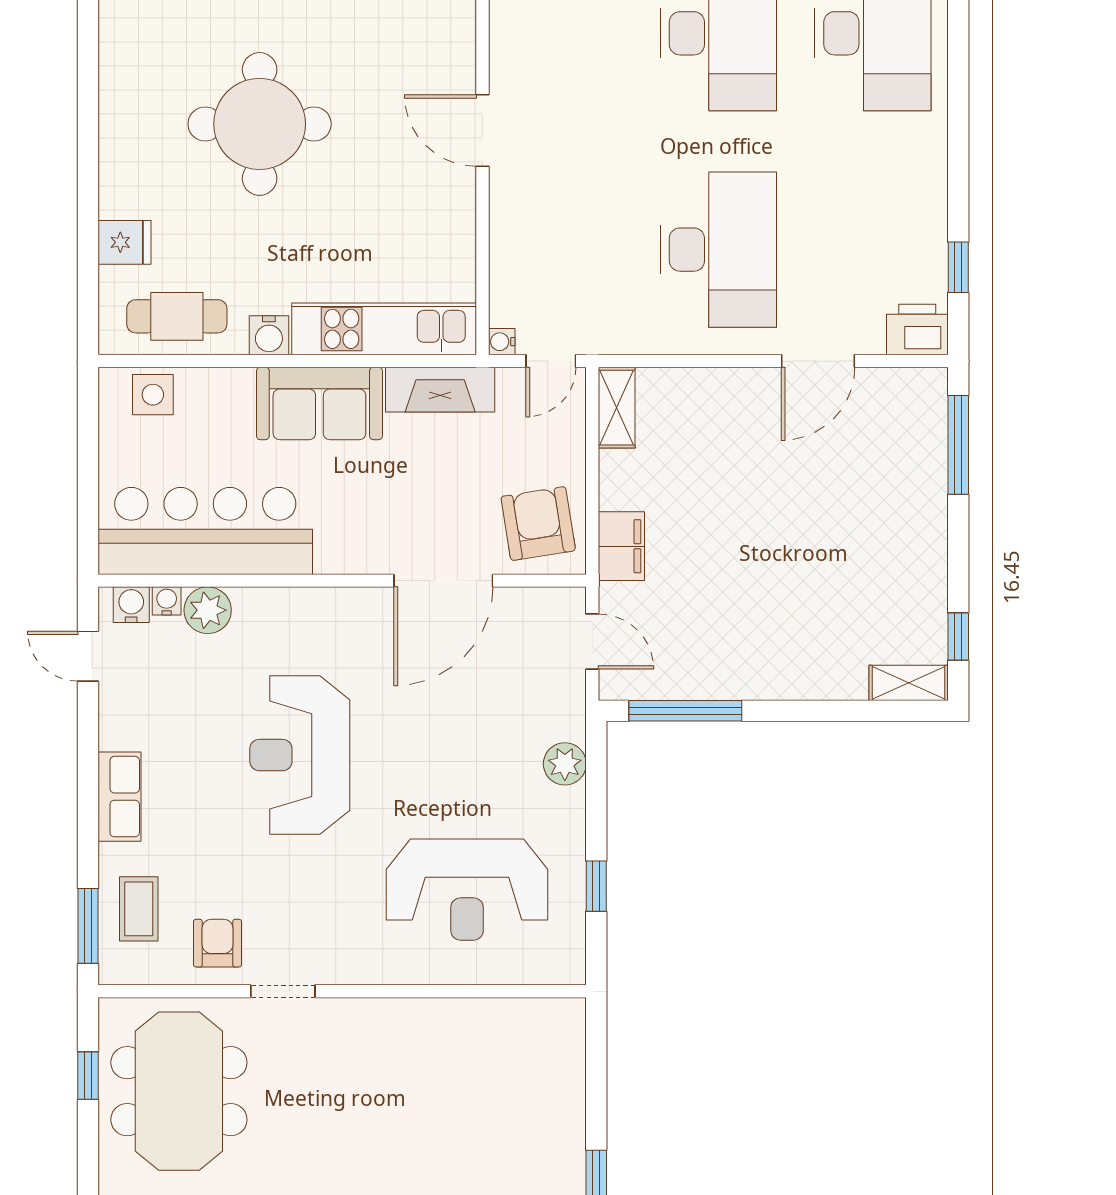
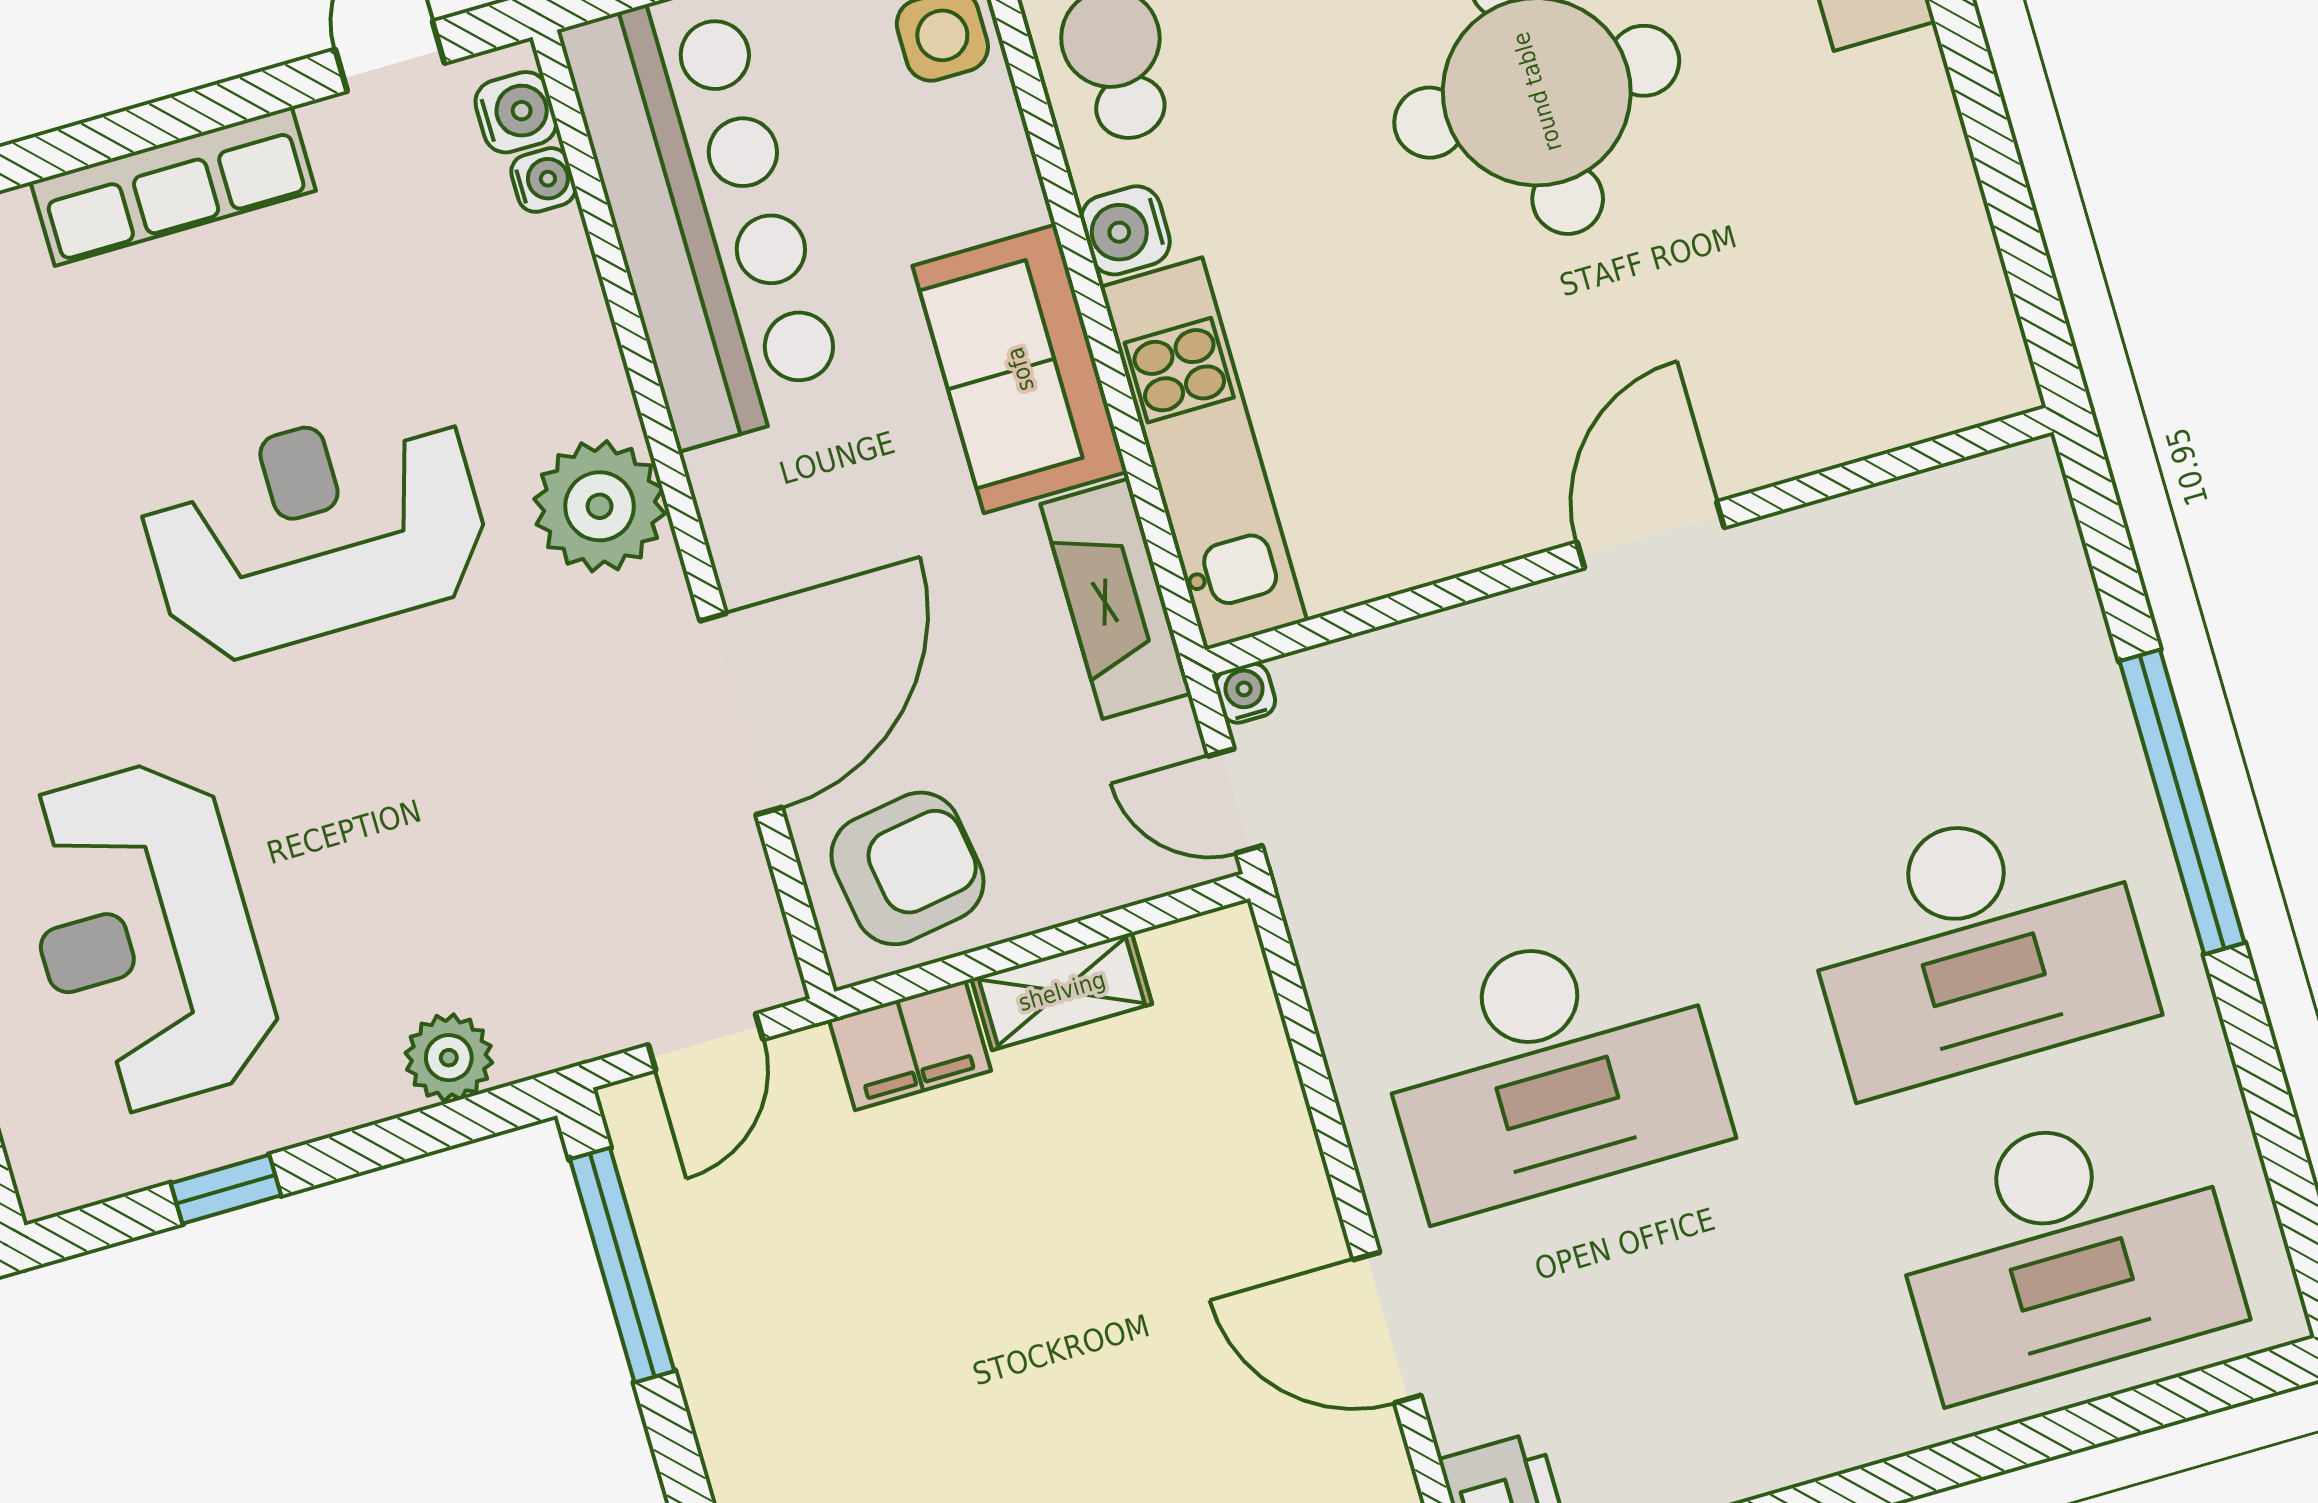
shelving: (617, 408) -> (1062, 991), moved
door: (443, 581) -> (741, 714), swing flipped
plant: (208, 610) -> (600, 506), moved, width x1.36, depth x1.36
row of seats: (120, 797) -> (173, 186), width x1.48

